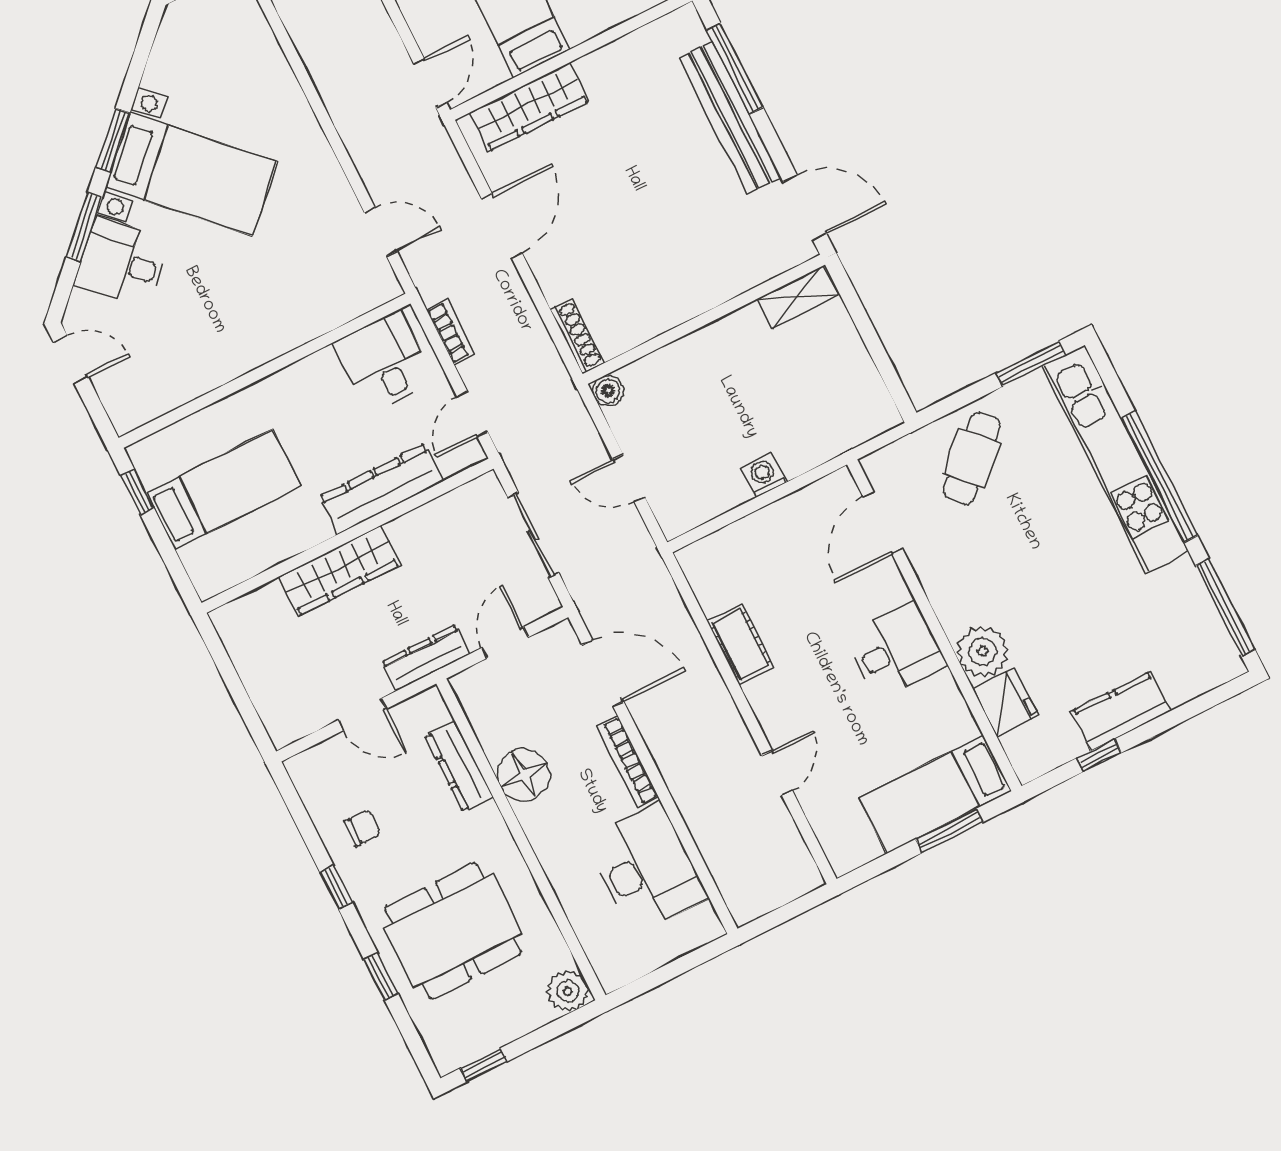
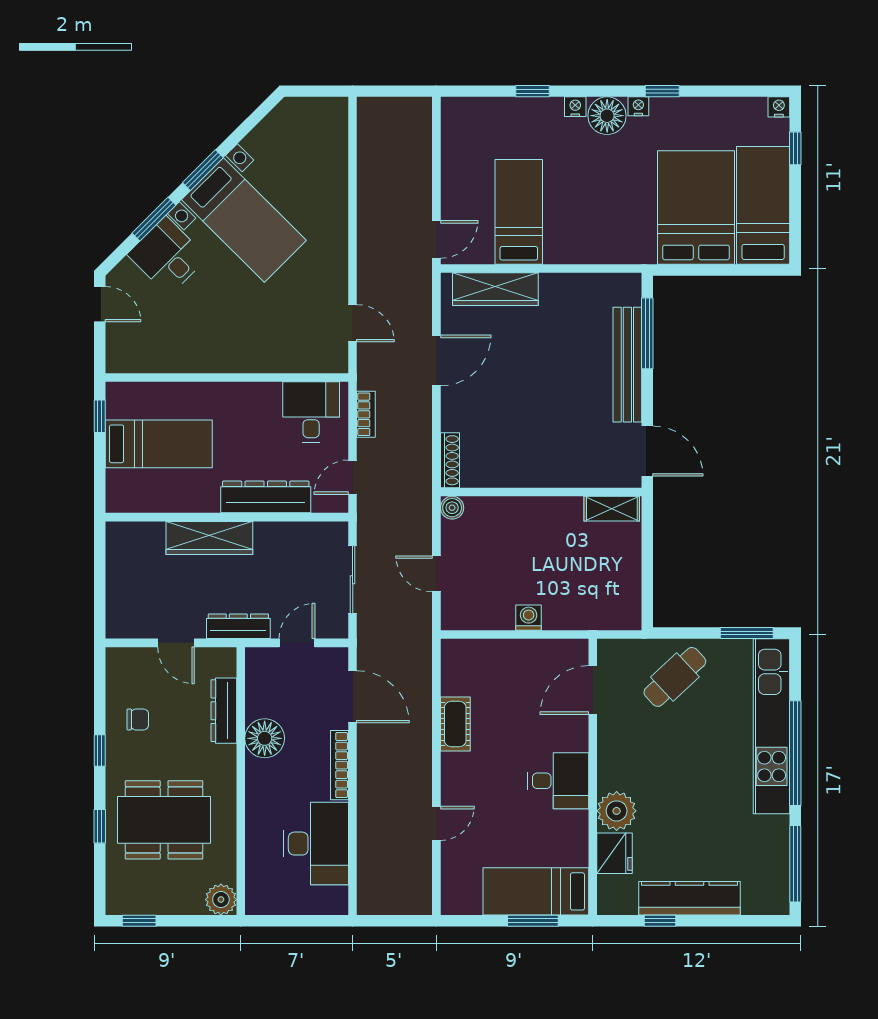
kitchen counter: (1121, 711) -> (689, 898), width x1.50

